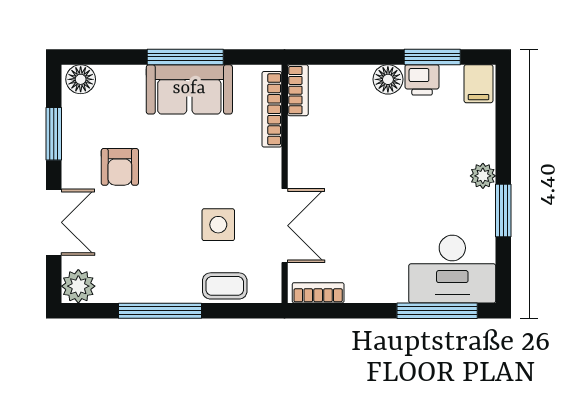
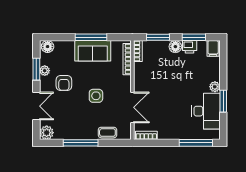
window: (346, 57) -> (158, 37), added
plant: (74, 137) -> (45, 71), added
side table: (218, 225) -> (96, 96), moved
desk: (452, 269) -> (206, 111), moved, turned -90

